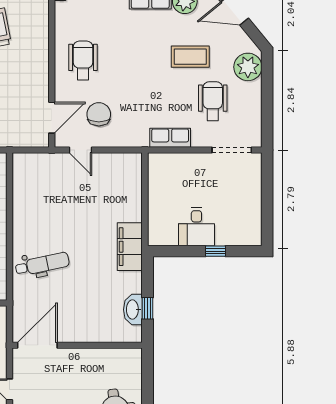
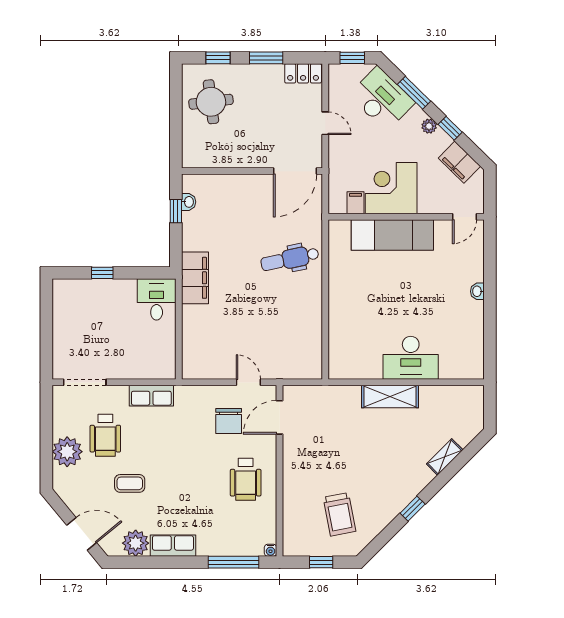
coffee table: (190, 57) -> (130, 483), width x0.73, depth x0.77
plant: (248, 67) -> (67, 452), moved
desk: (196, 227) -> (157, 299), moved
washbasin: (133, 310) -> (189, 202), width x0.52, depth x0.69

